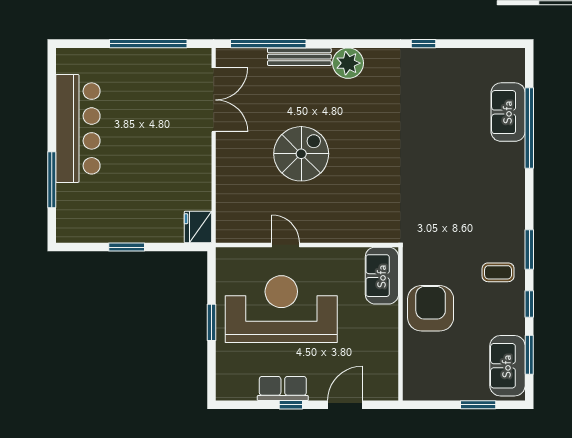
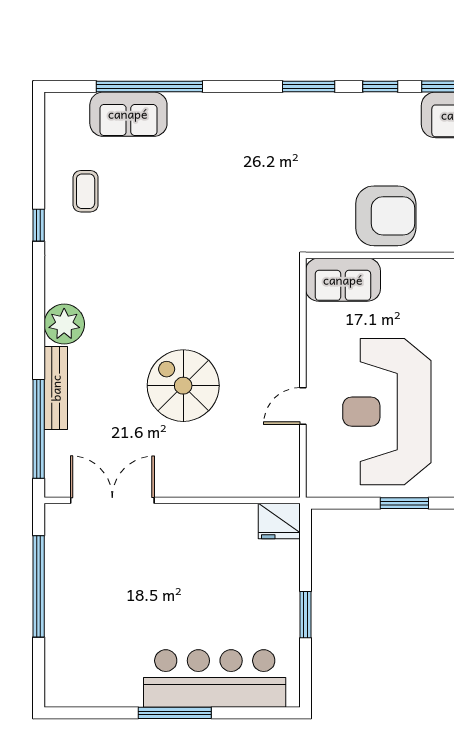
bar counter: (78, 128) -> (215, 678), moved
window: (52, 180) -> (175, 713), moved
coffee table: (498, 272) -> (86, 191), moved
armchair: (431, 308) -> (386, 216), turned 180

